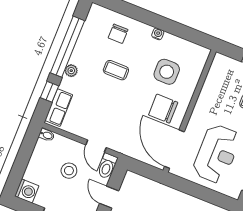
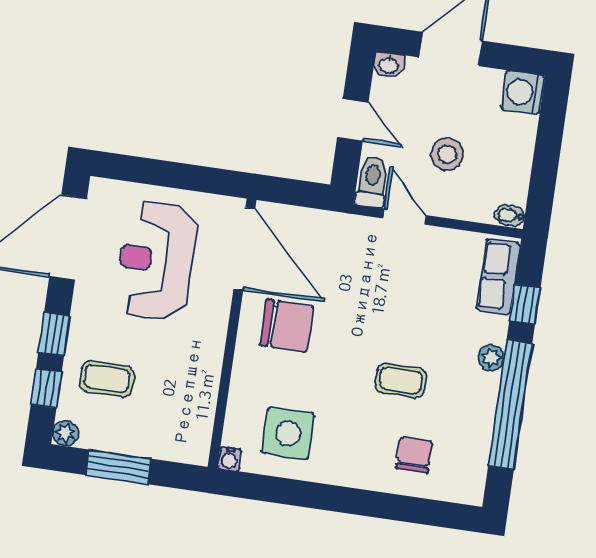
water cooler: (158, 34) -> (230, 459), moved
side table: (167, 72) -> (288, 433), moved

